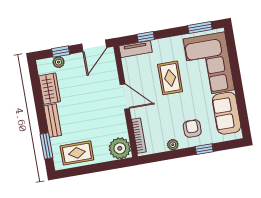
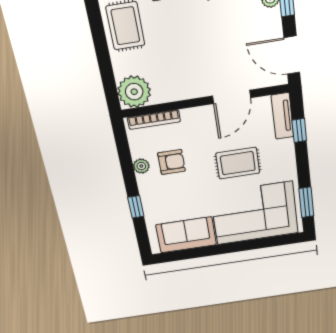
door: (125, 97) -> (232, 97), moved
armchair: (192, 129) -> (171, 162), moved

